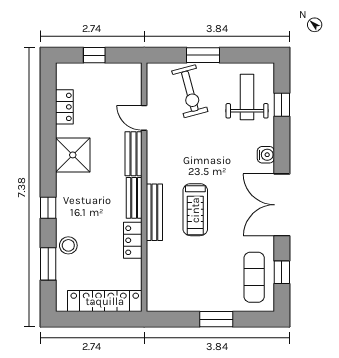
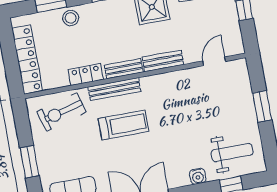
exercise bike: (190, 91) -> (62, 112), moved
door: (144, 118) -> (214, 61), moved
water cooler: (266, 155) -> (198, 176), moved
treadmill: (195, 210) -> (123, 125), turned 180

